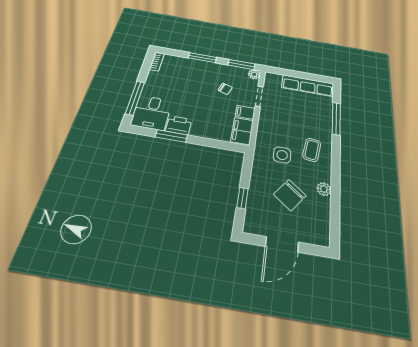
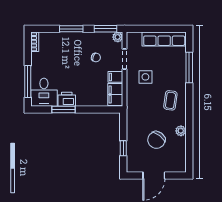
side table: (282, 155) -> (145, 77), moved

